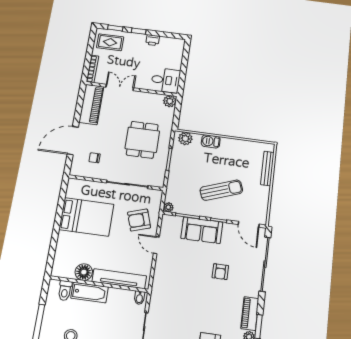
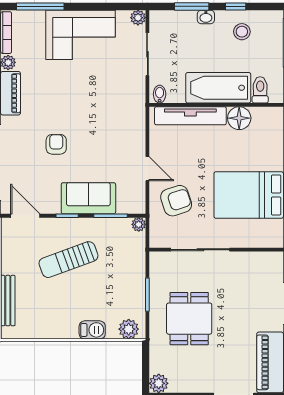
chair: (95, 158) -> (252, 282), removed
bathtub: (90, 292) -> (218, 88), width x1.36, depth x1.36

